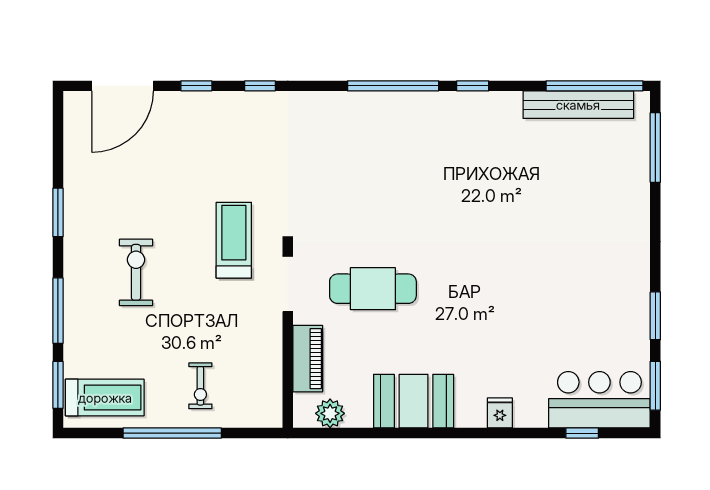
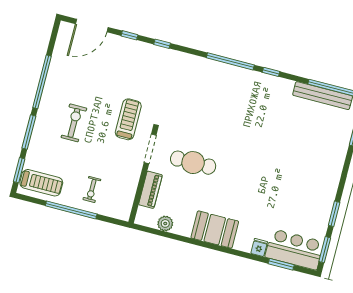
window: (58, 212) -> (42, 82), width x2.11
booth: (414, 401) -> (215, 230), moved
plant: (330, 413) -> (165, 223), moved
fridge: (500, 413) -> (259, 248), moved
window: (582, 433) -> (281, 264), width x1.50

